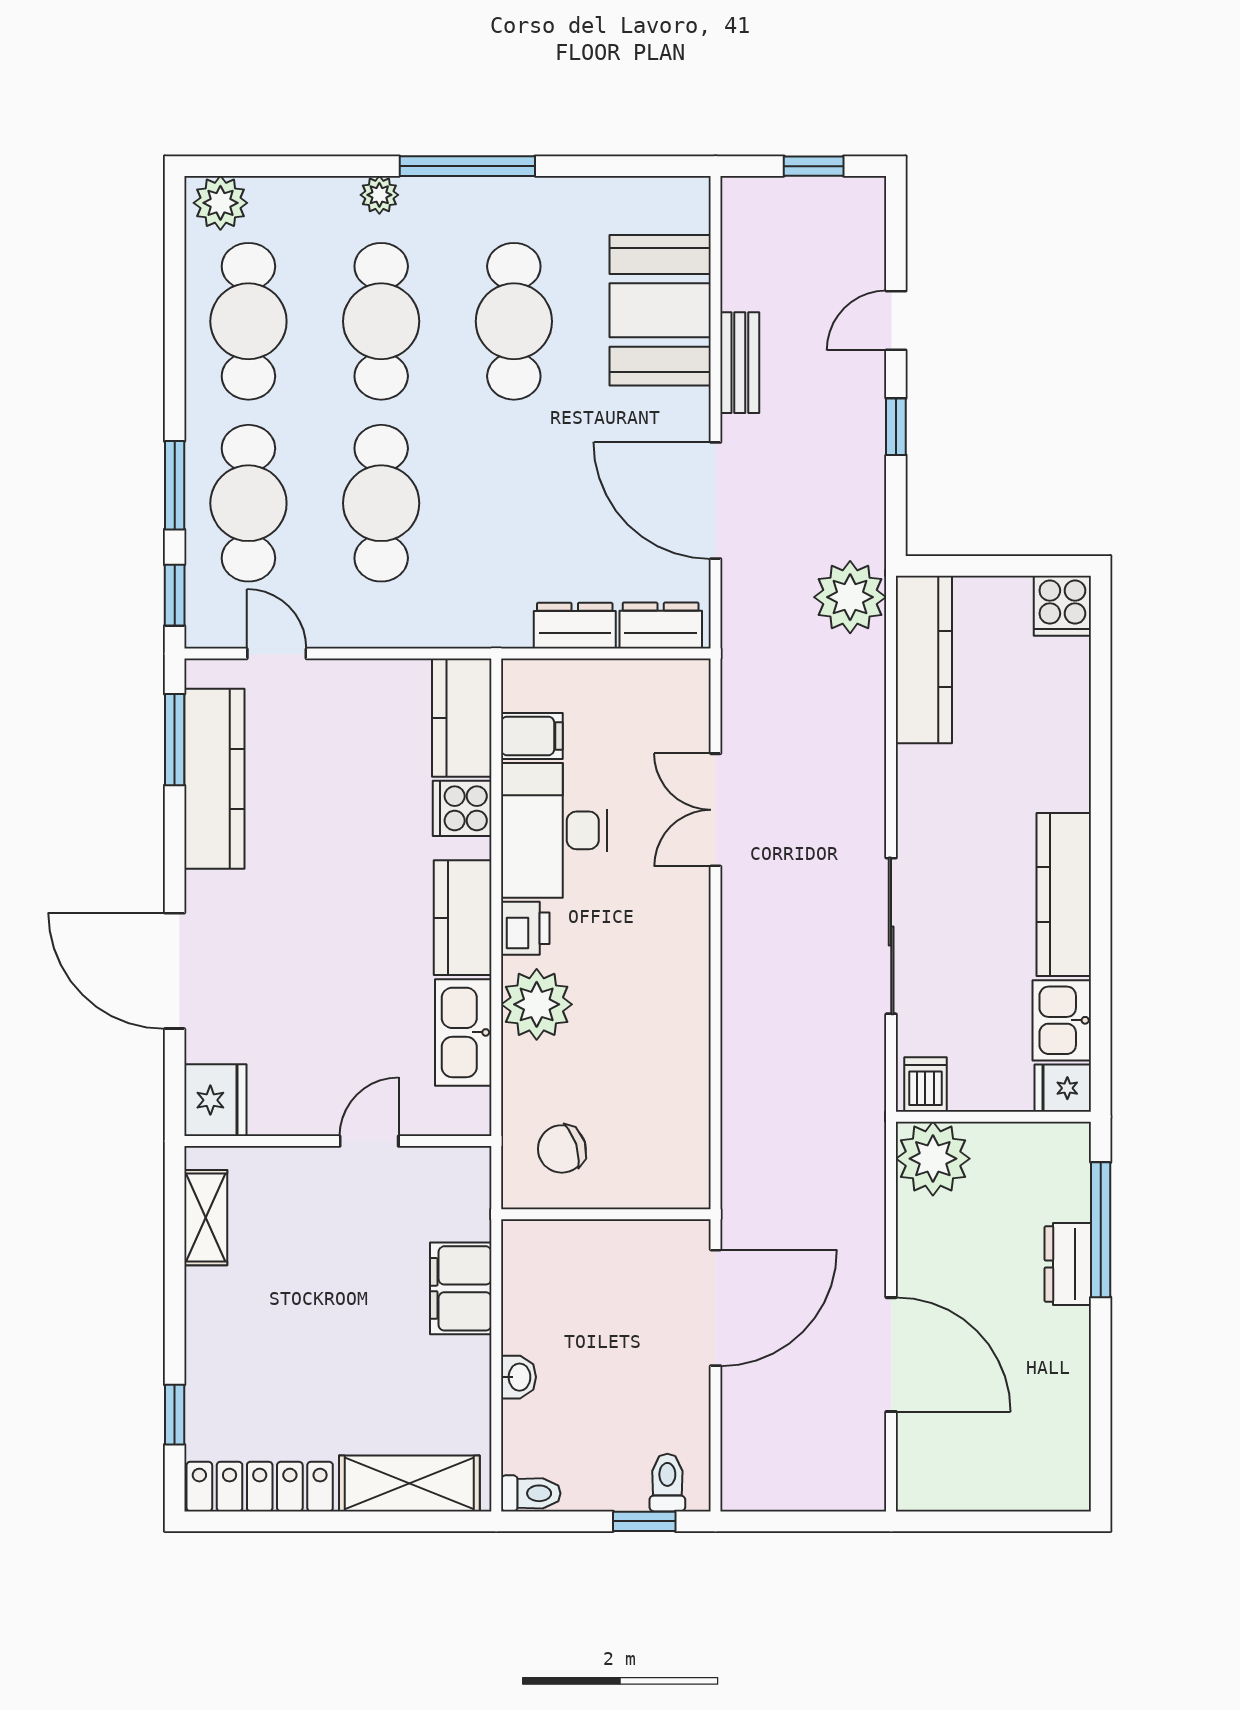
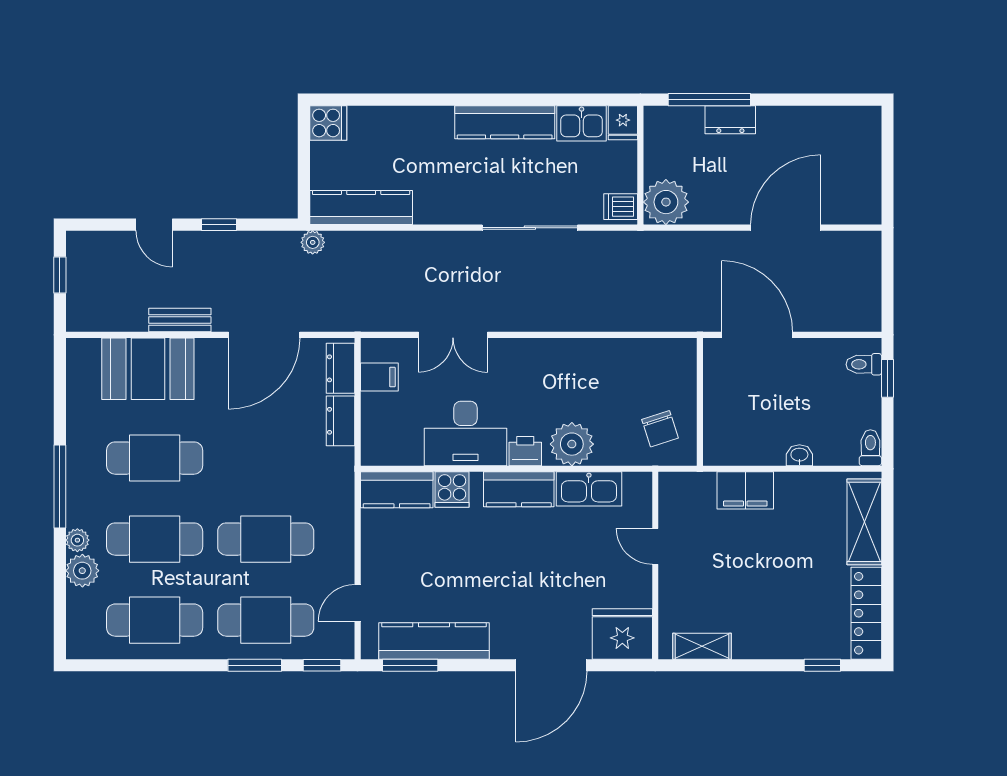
plant: (220, 203) -> (82, 571), moved
plant: (850, 597) -> (313, 242), width x0.53, depth x0.53
filing cabinet: (532, 736) -> (379, 377), moved, turned 90
fridge: (215, 1100) -> (622, 634), width x1.36, depth x1.34

